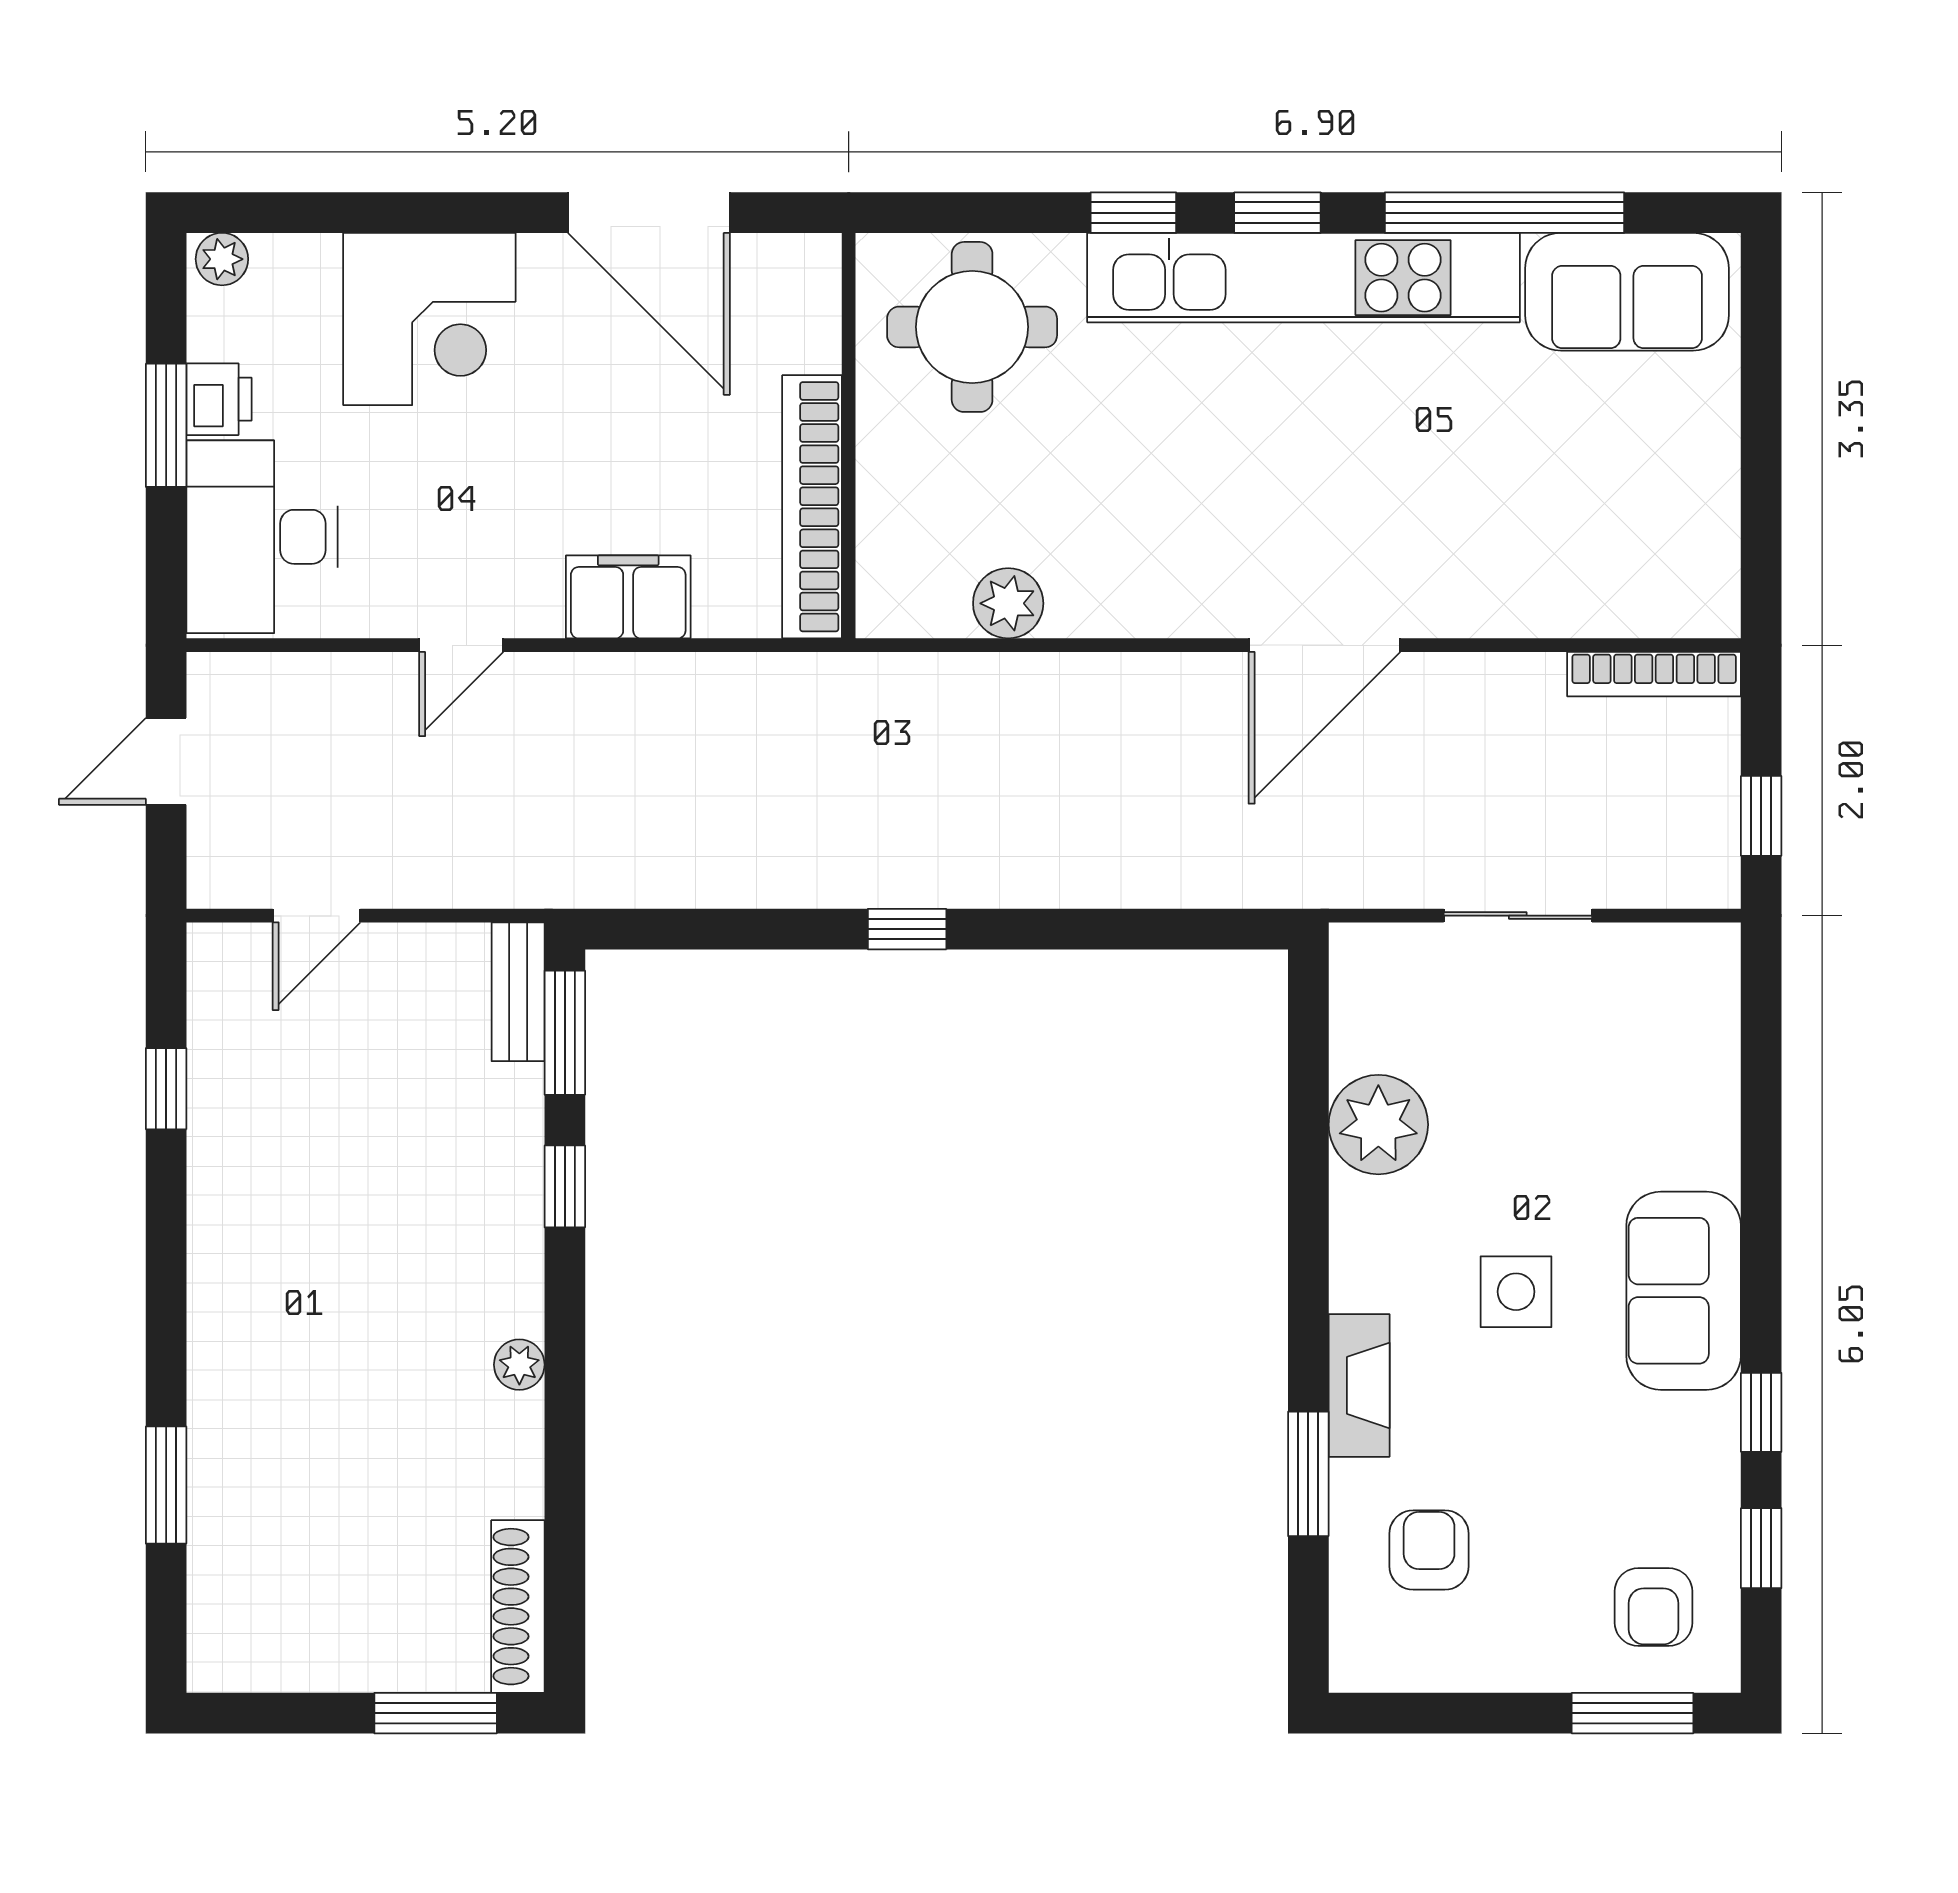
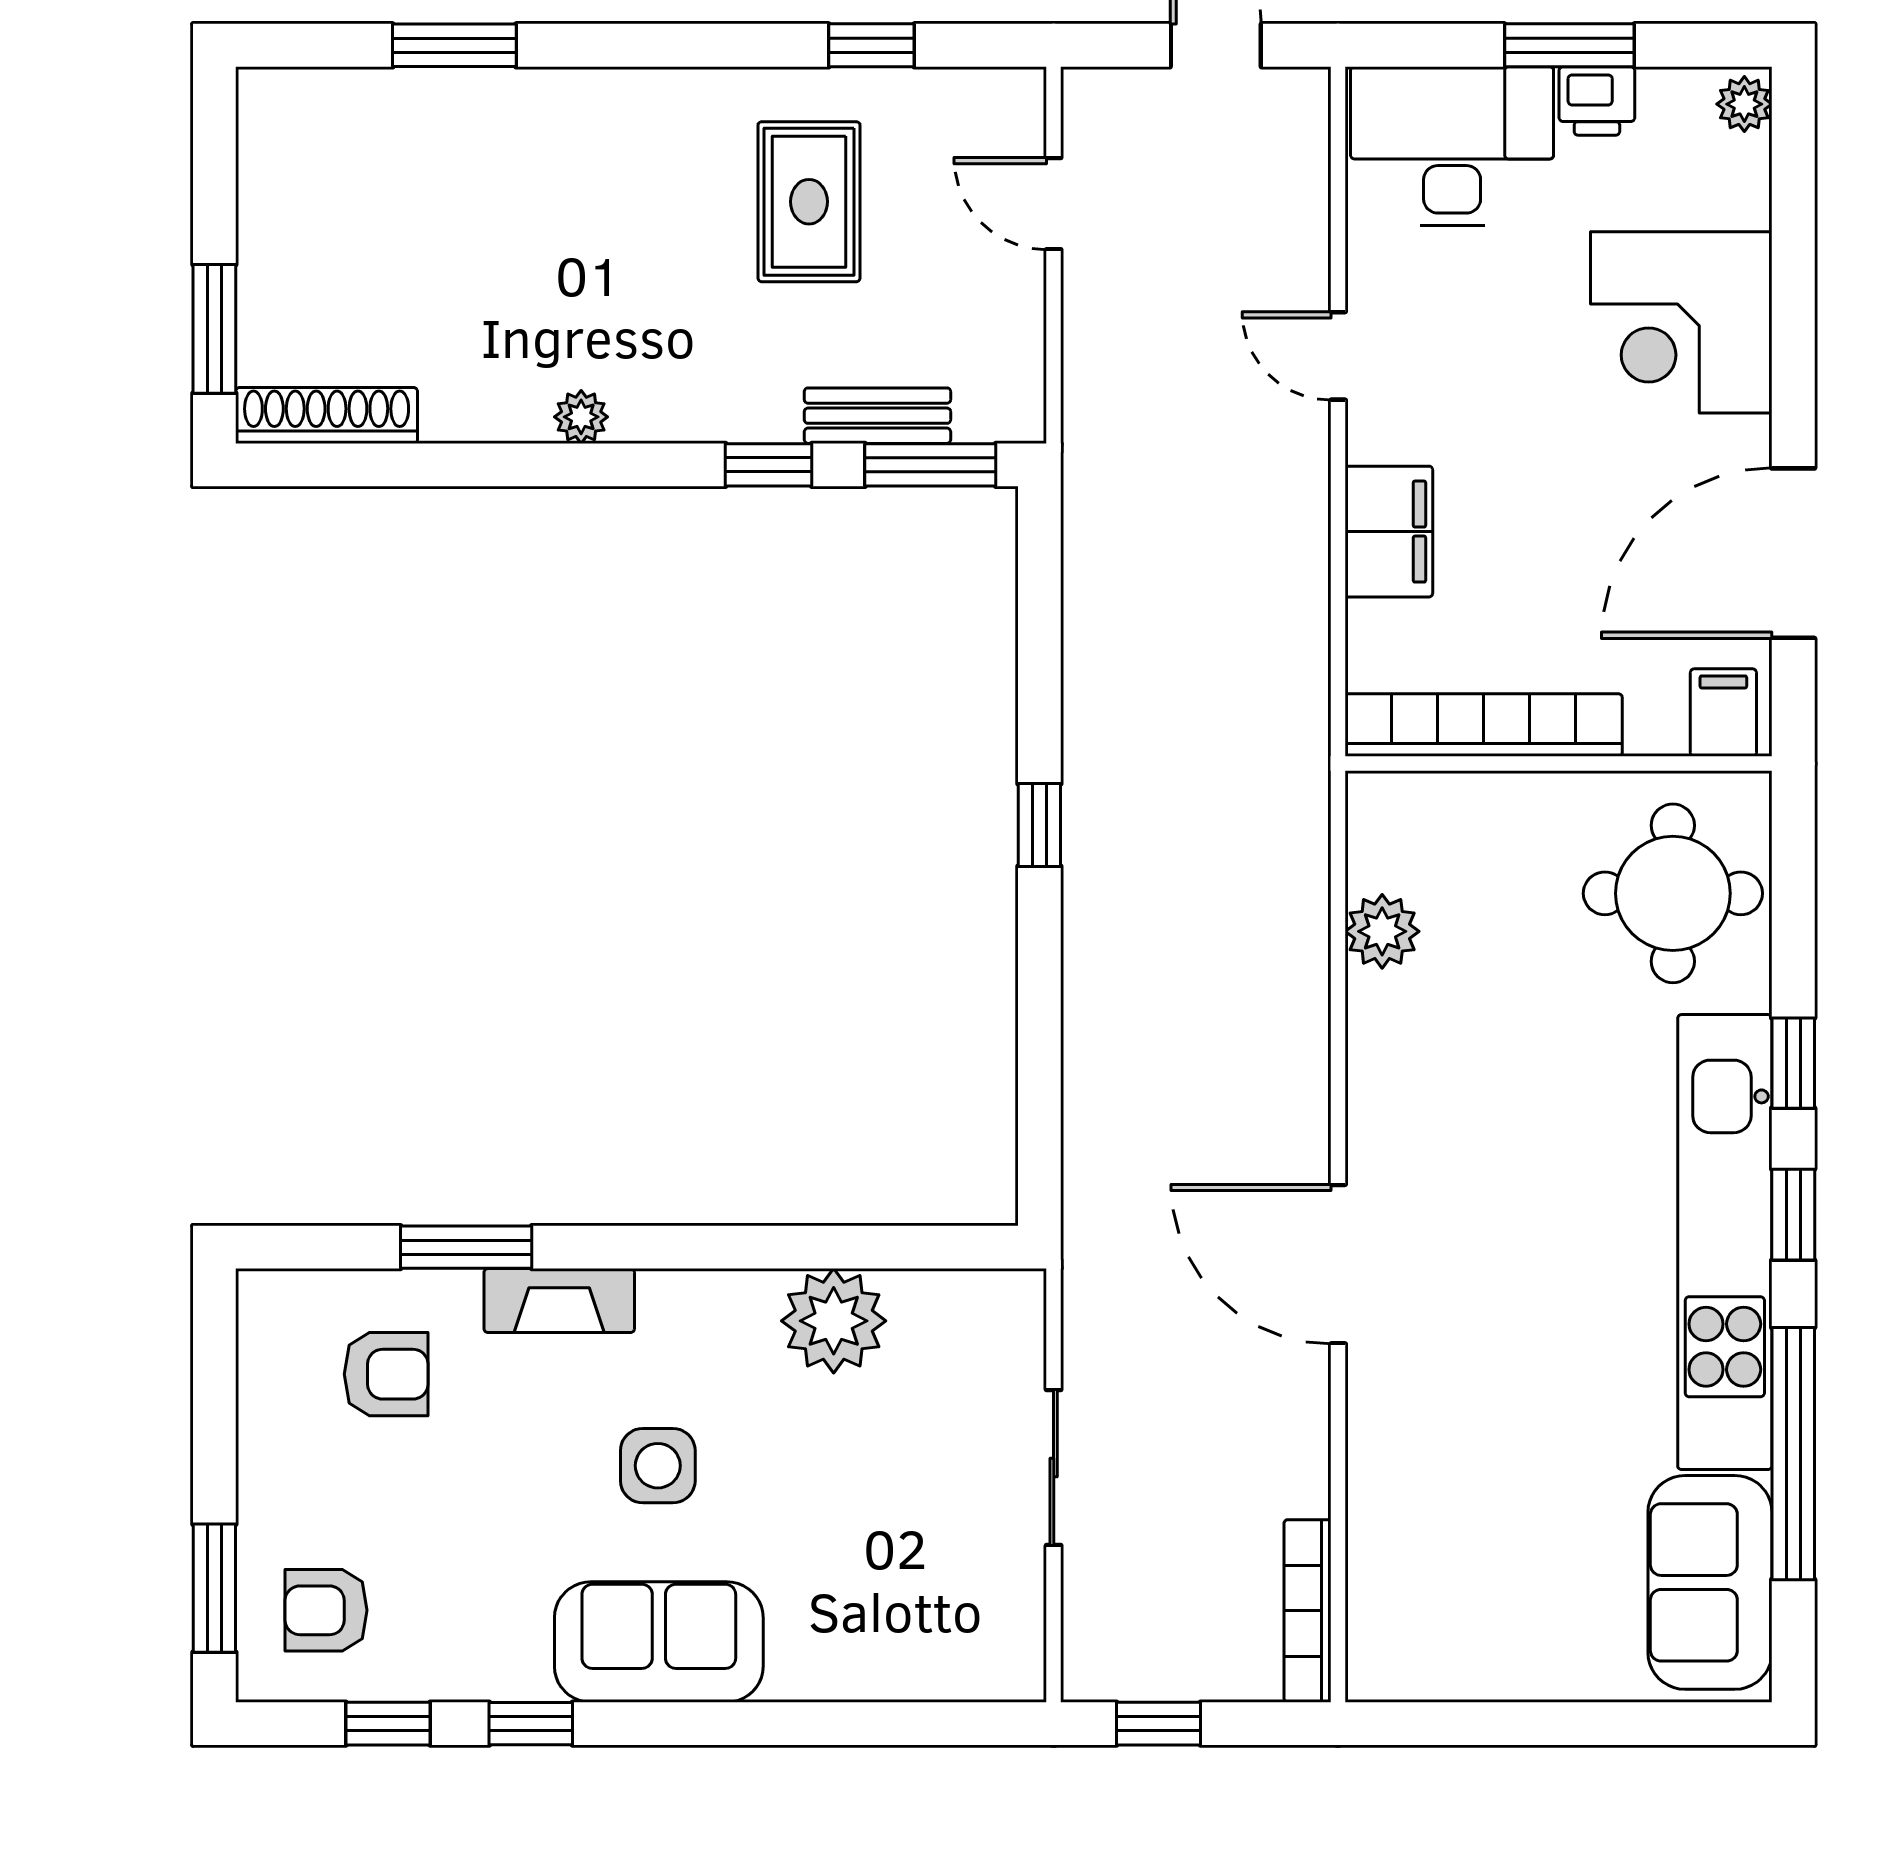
filing cabinet: (800, 279) -> (1723, 713), added
bench: (518, 992) -> (877, 416), moved
rug: (315, 1148) -> (809, 202), added

